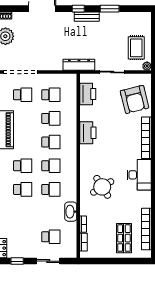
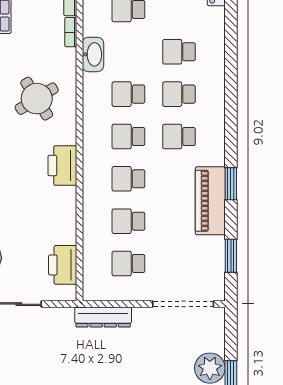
dresser: (79, 65) -> (103, 317), moved
school desk: (23, 95) -> (179, 52), moved
printer: (88, 133) -> (62, 166), moved

